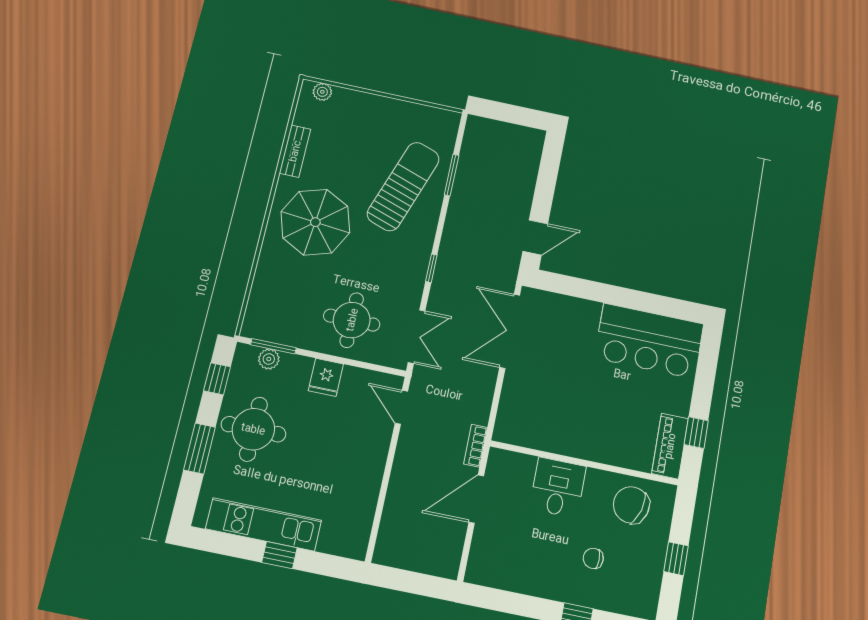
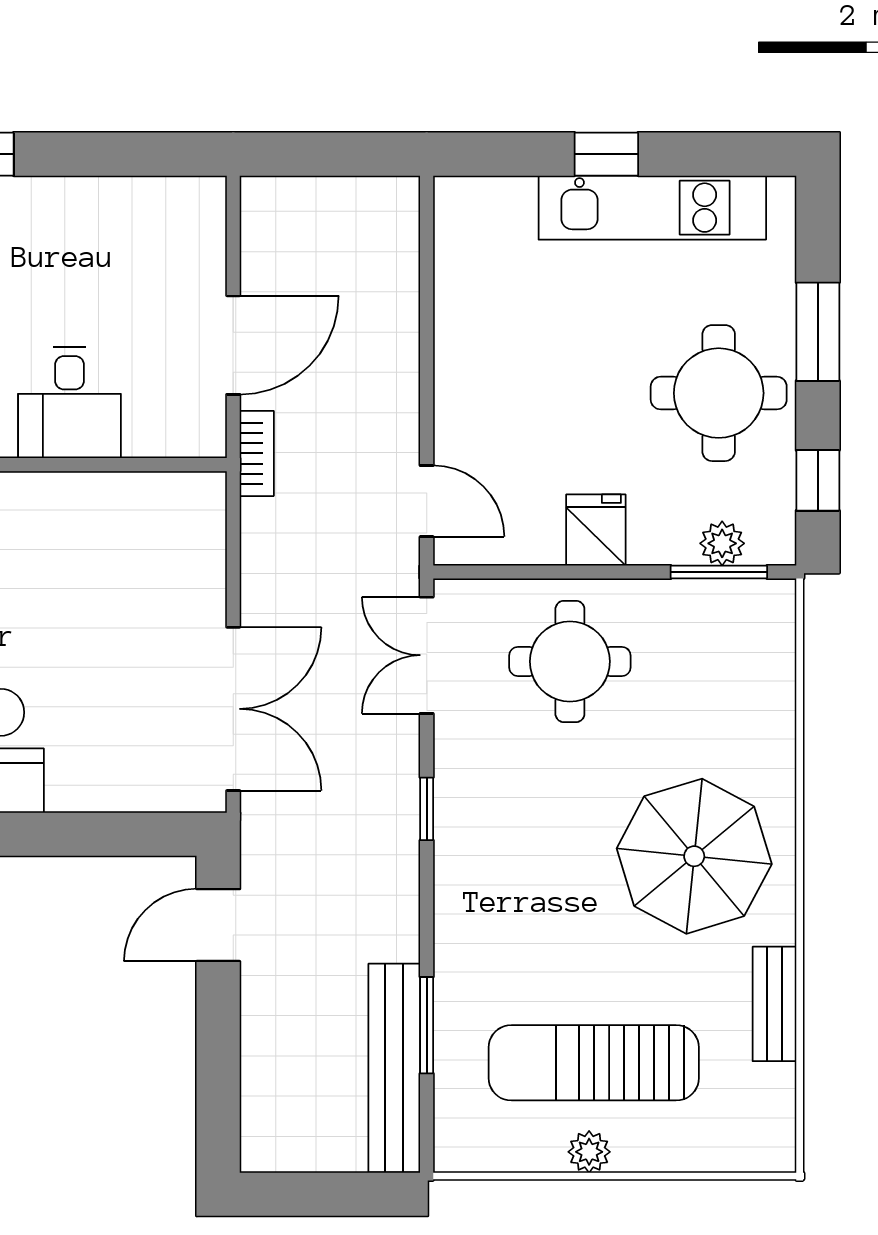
plant: (322, 92) -> (589, 1152), moved
bench: (470, 160) -> (394, 1068), added
sun lounger: (403, 186) -> (594, 1063), moved, turned 71

